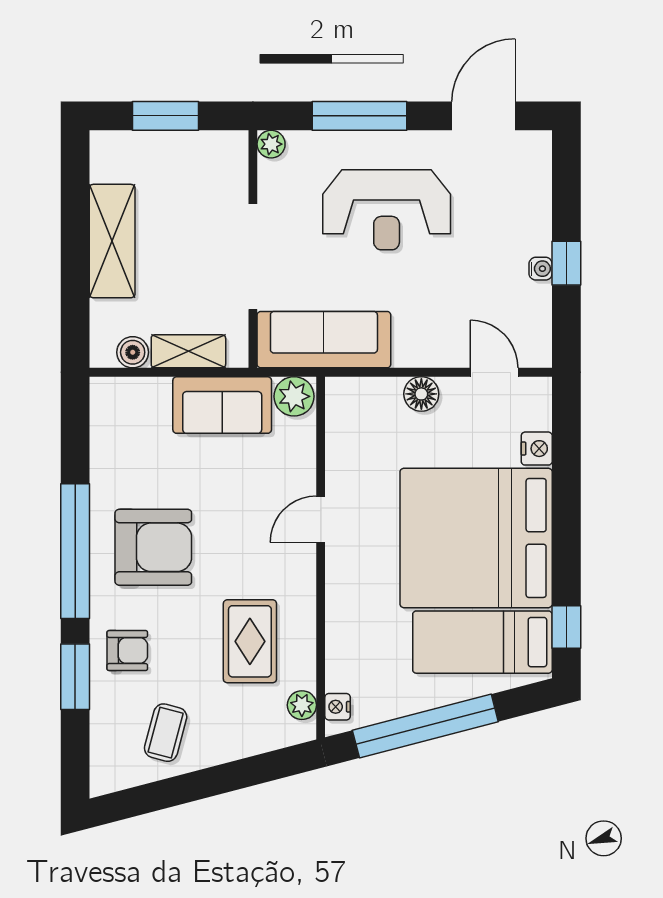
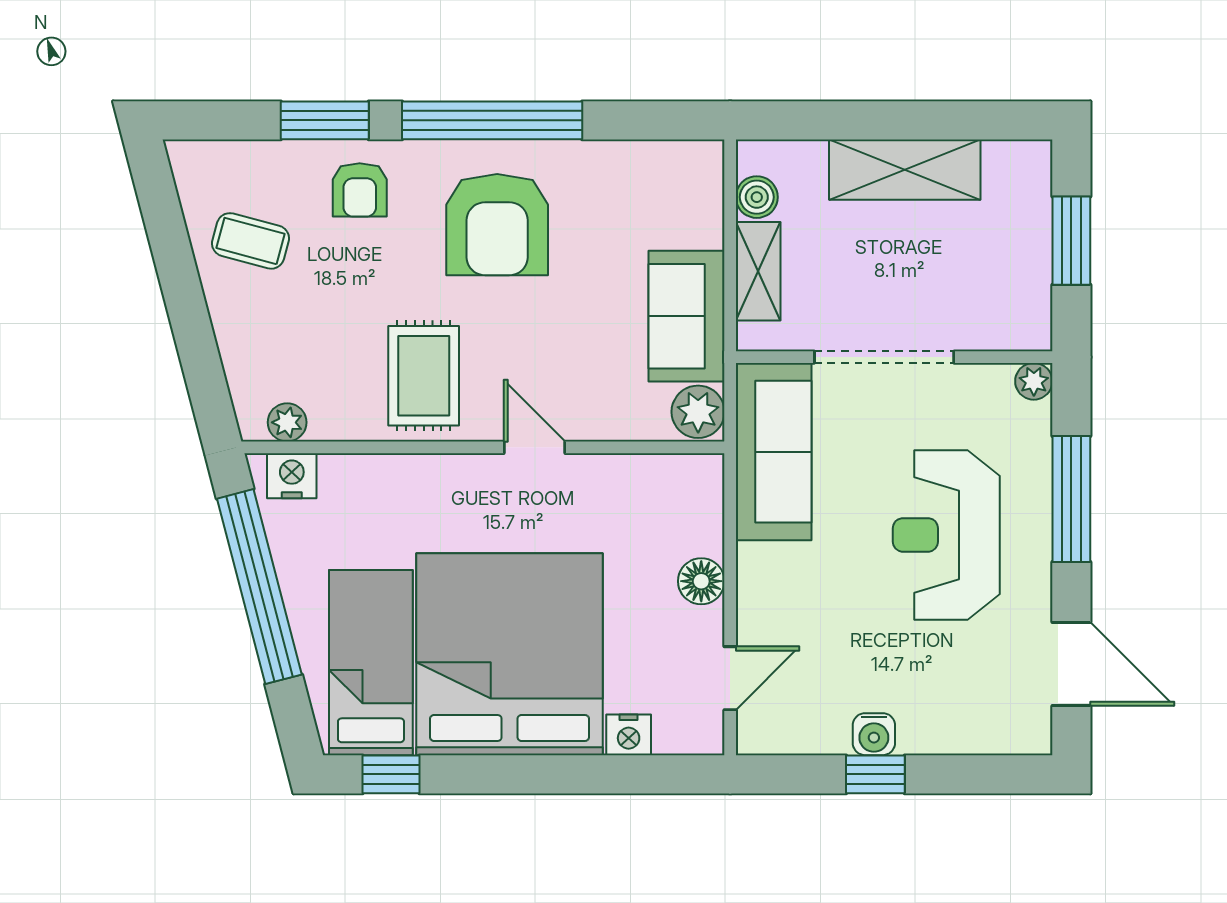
water cooler: (541, 269) -> (874, 734), width x1.38, depth x1.38
rug: (250, 641) -> (424, 376), moved, turned 90
nightstand: (338, 707) -> (292, 476), width x1.39, depth x1.35

